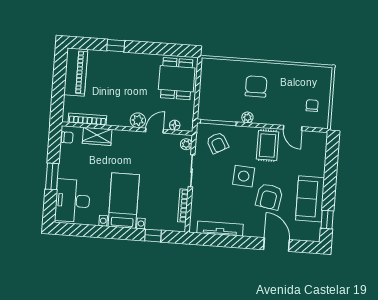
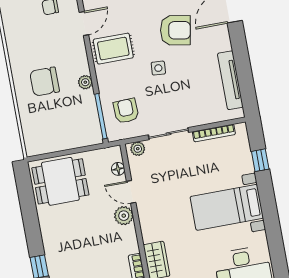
armchair: (217, 143) -> (126, 111), turned -63
side table: (244, 176) -> (158, 68), width x0.54, depth x0.54

